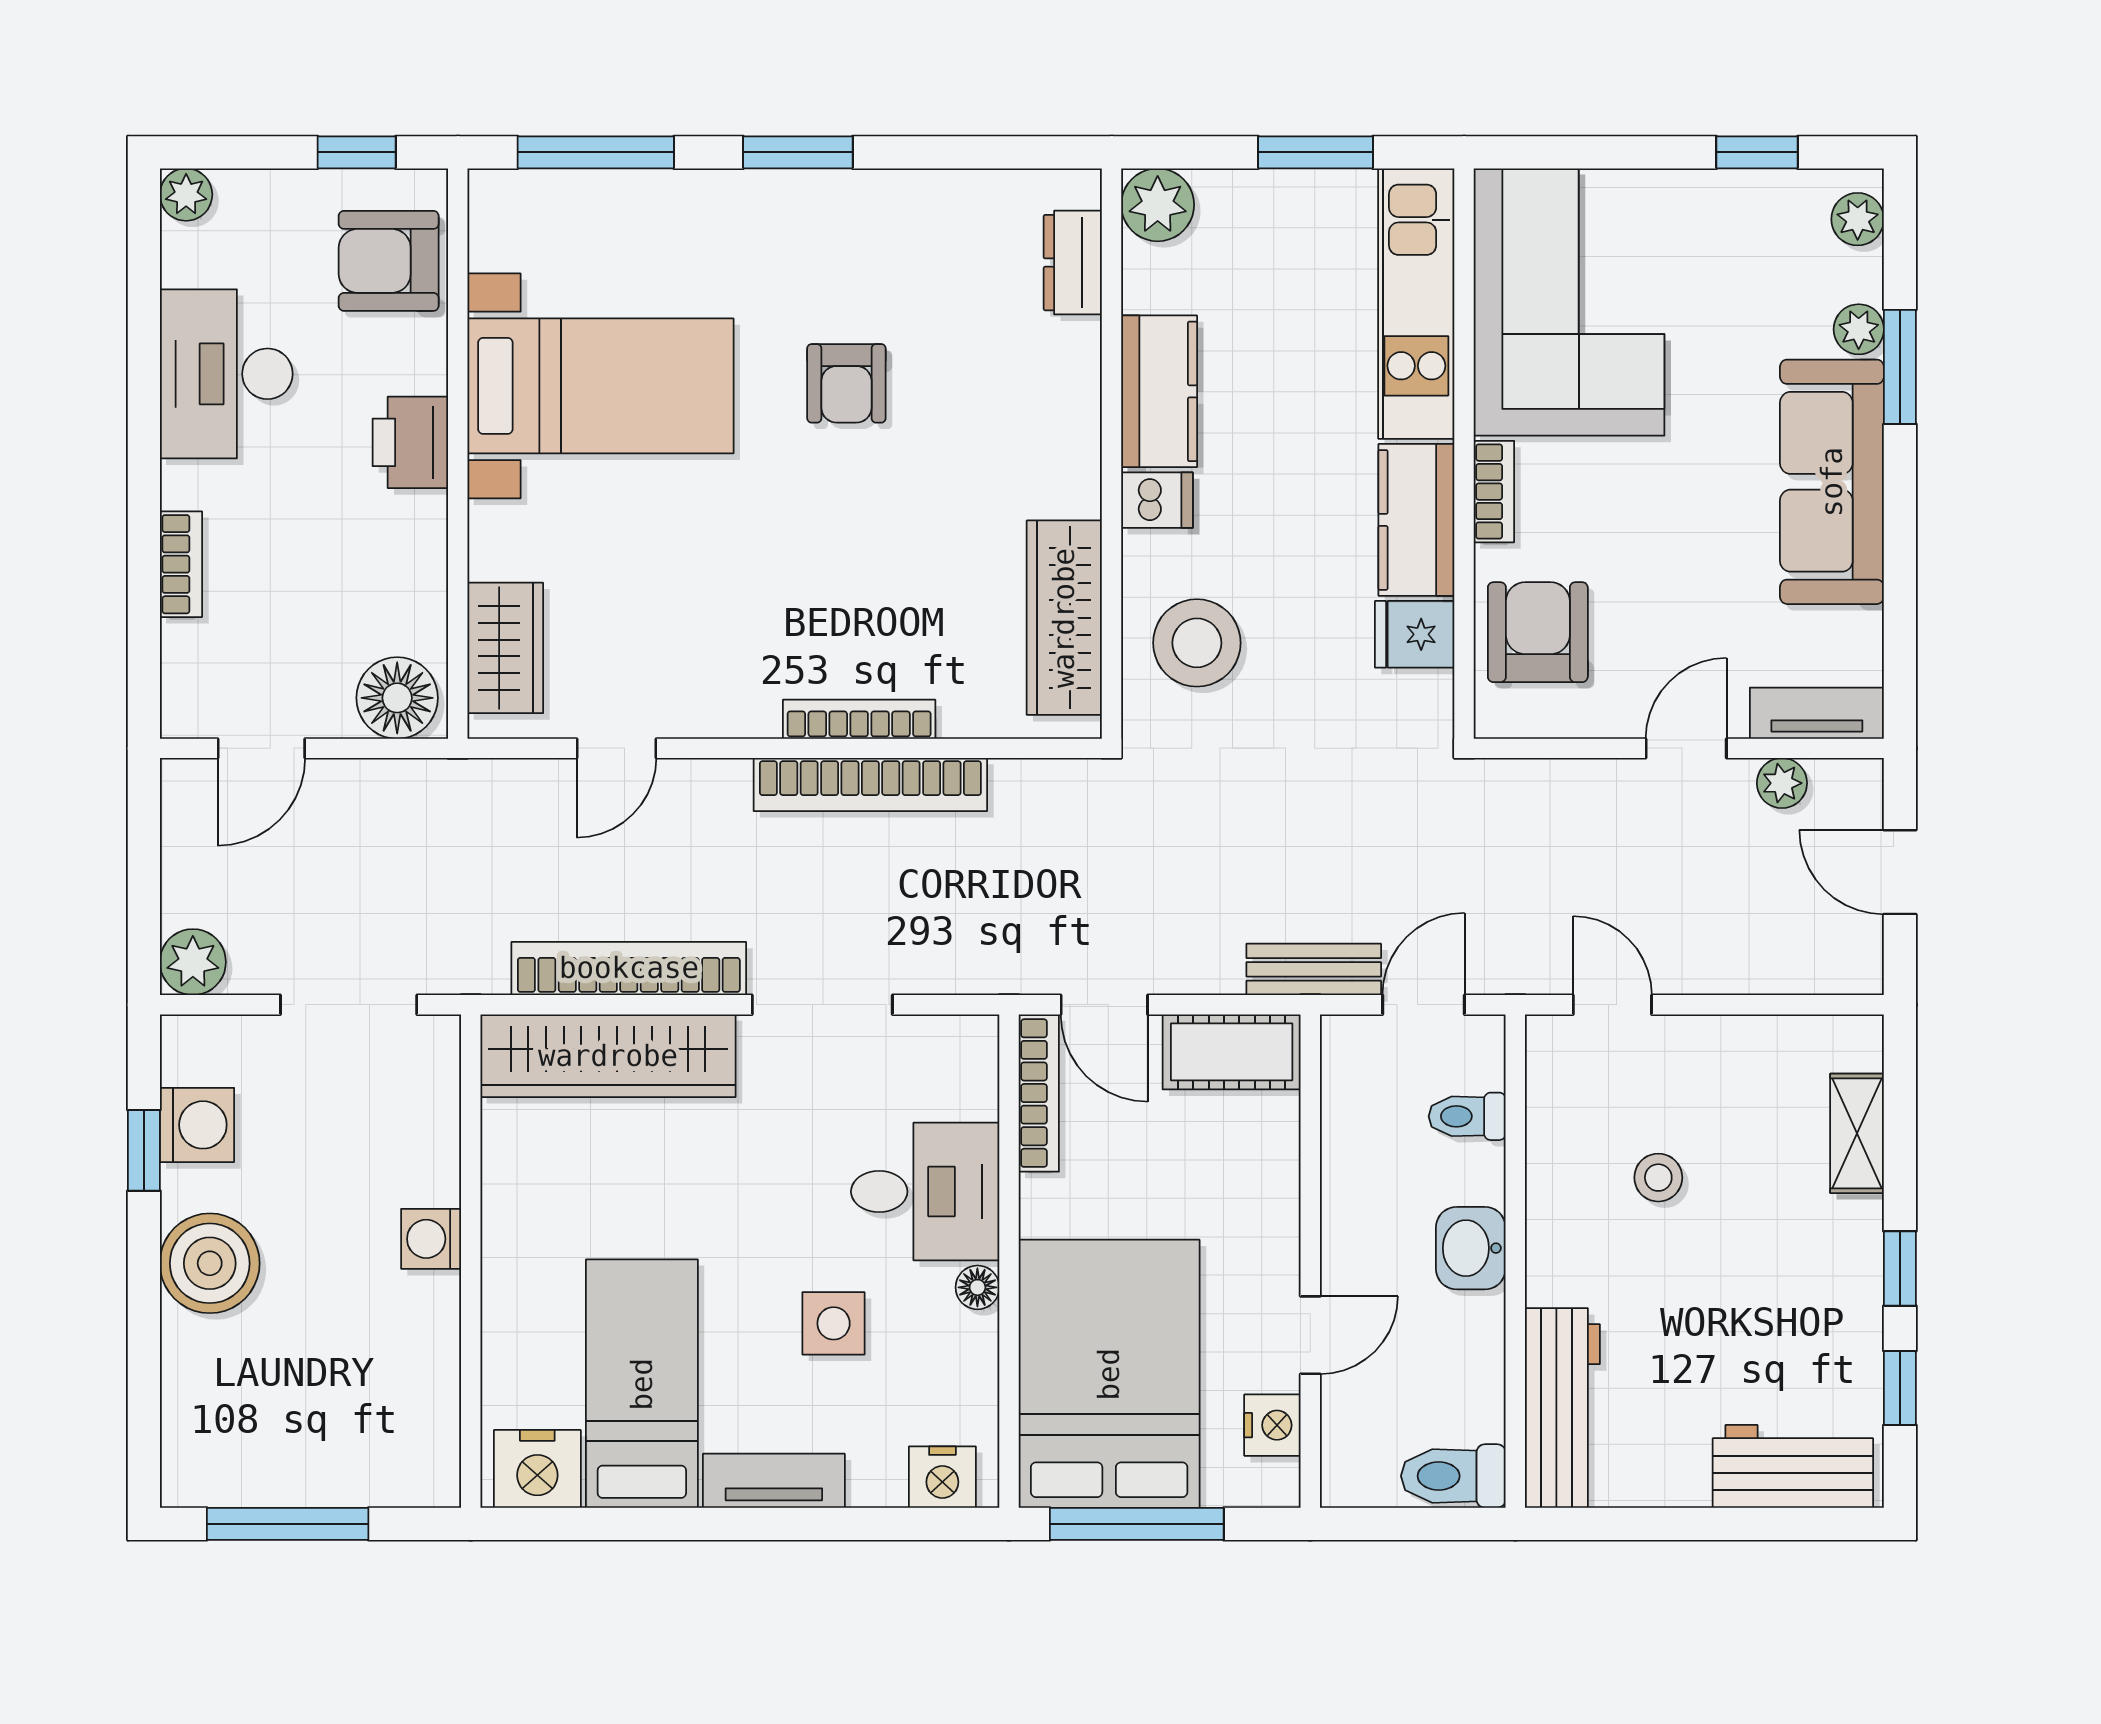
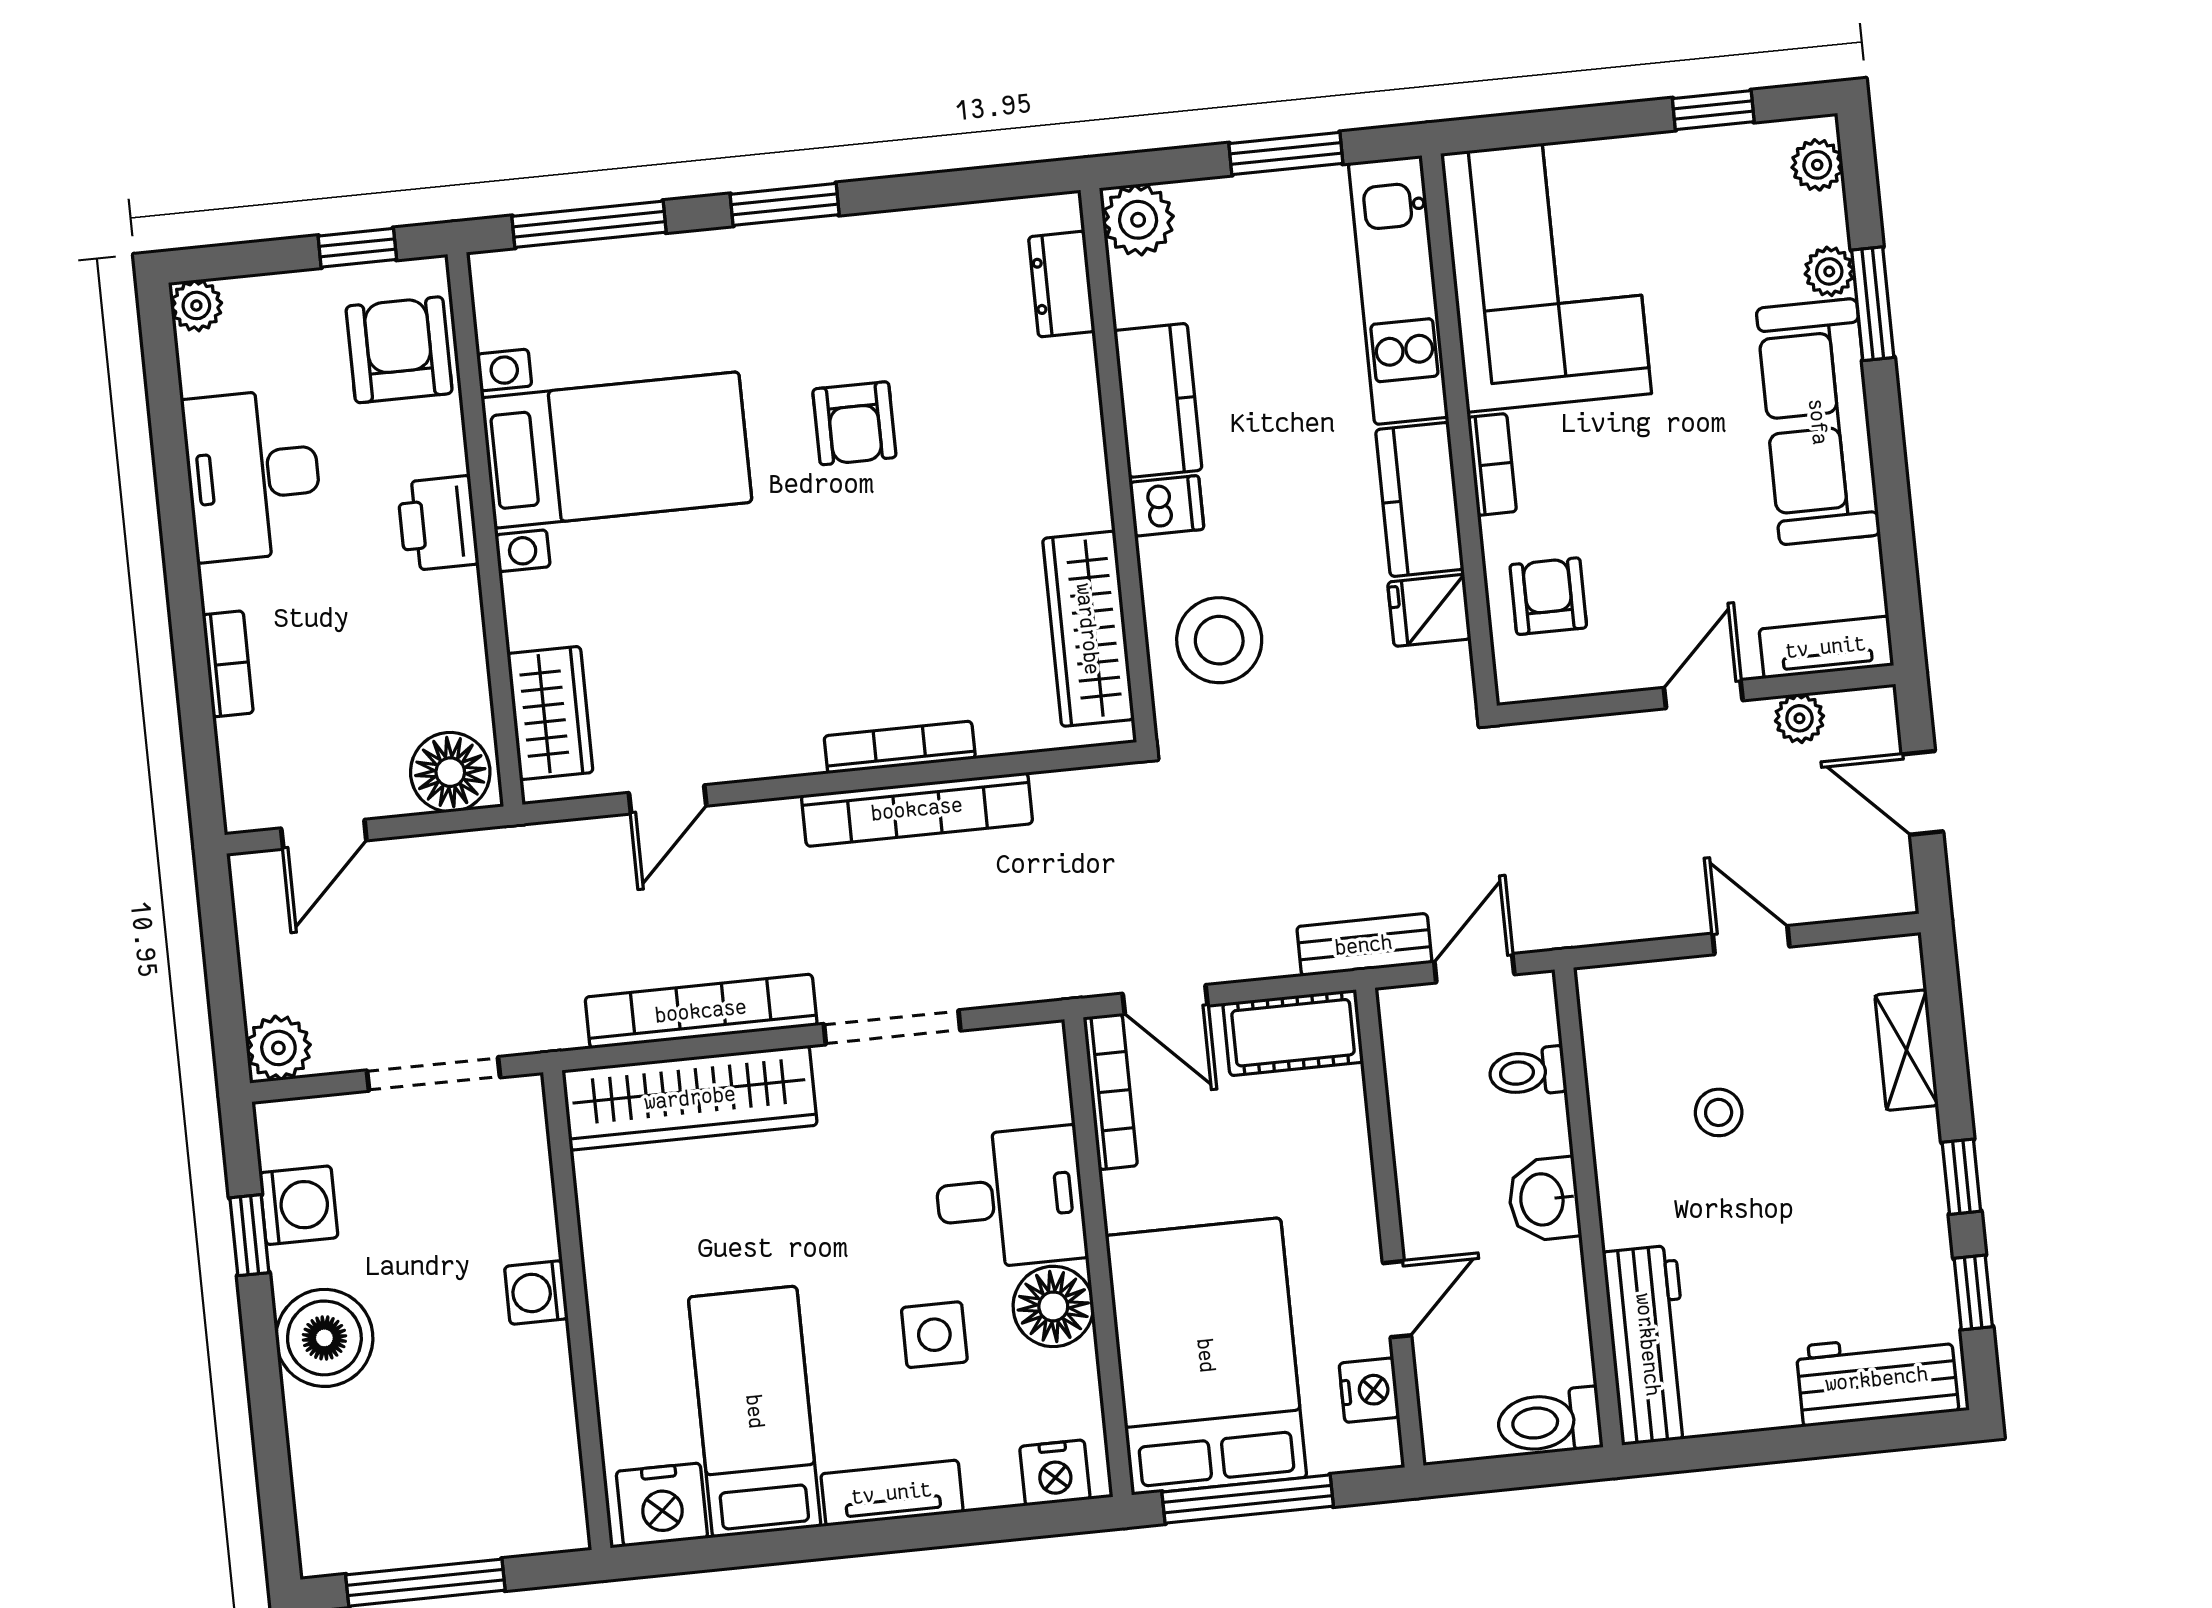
armchair: (389, 261) -> (399, 350), turned 90
armchair: (1538, 632) -> (1548, 596), width x0.72, depth x0.72
door: (1612, 1005) -> (1751, 940), moved
floor lamp: (977, 1287) -> (1053, 1306), width x1.89, depth x1.89

